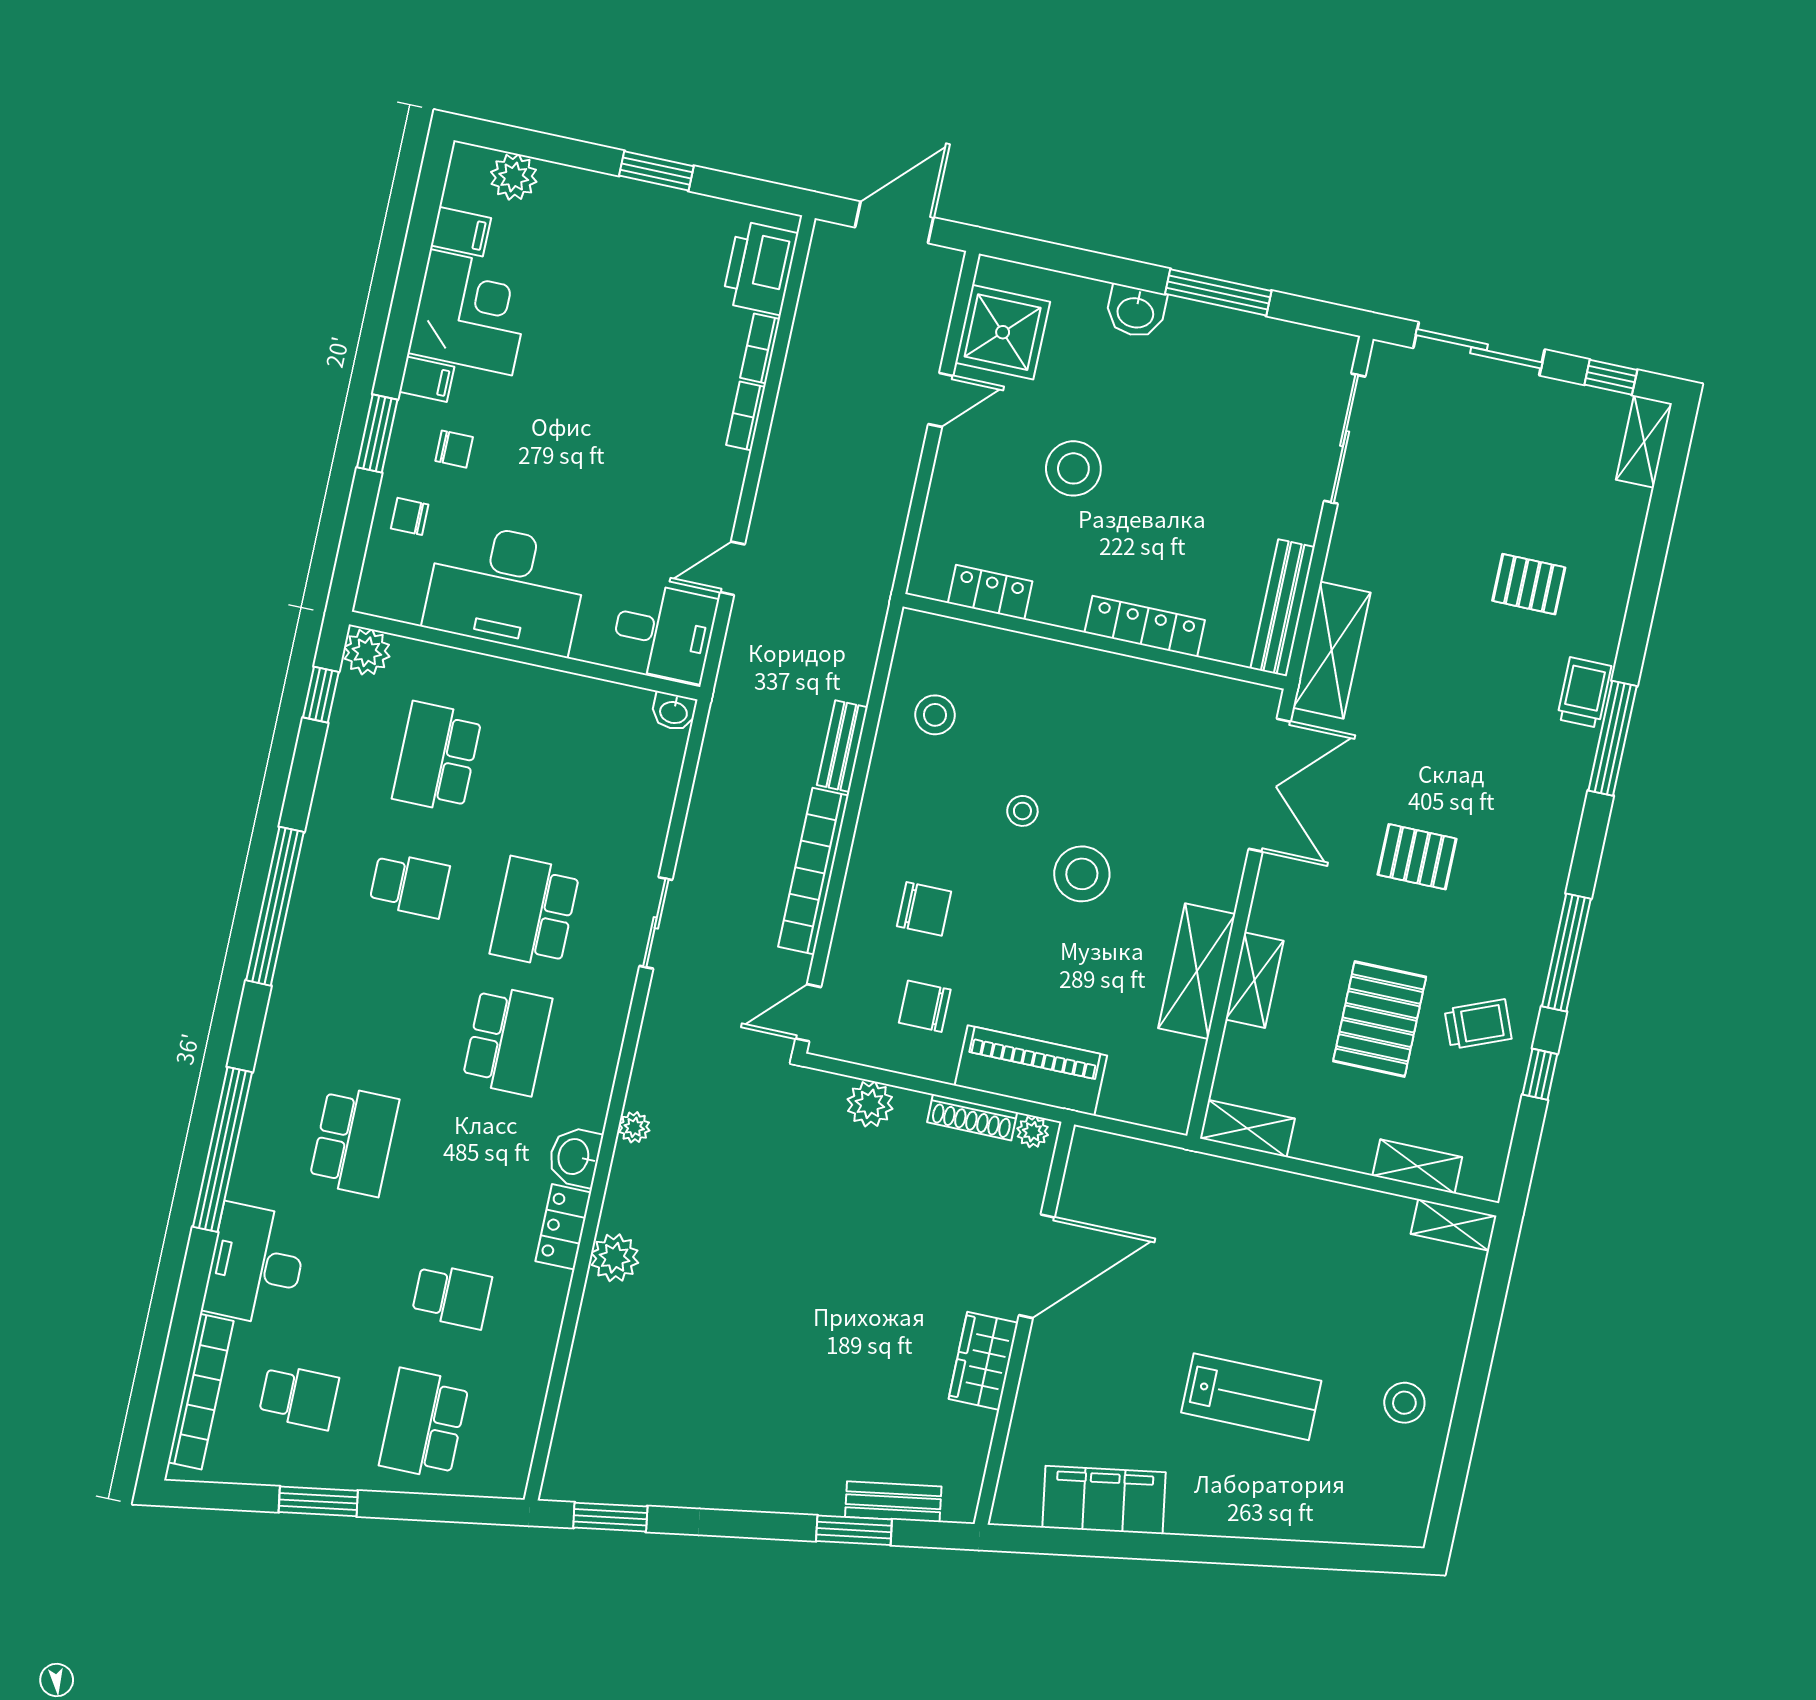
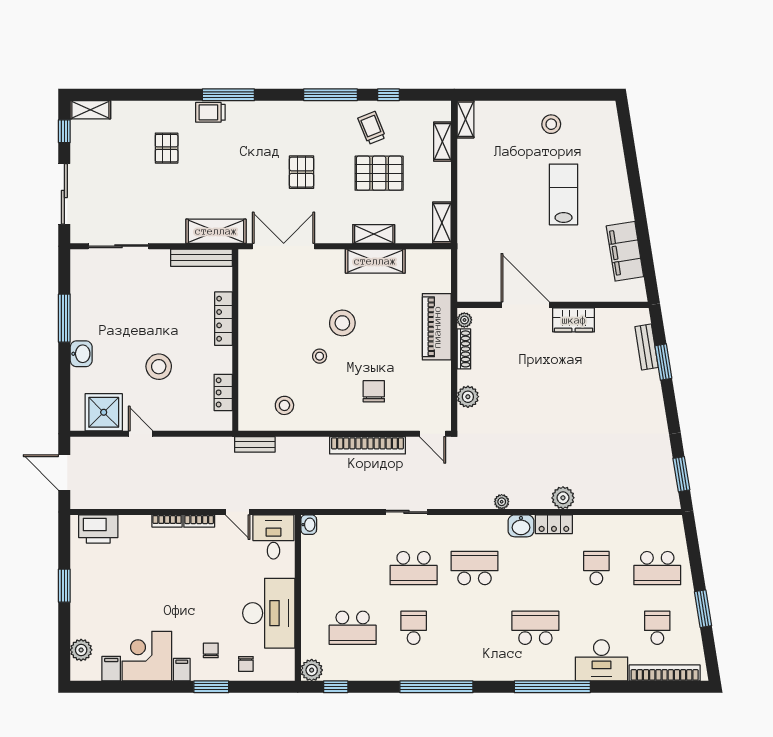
bookcase: (760, 348) -> (199, 521), moved
bench: (842, 746) -> (255, 444), moved
chair: (925, 1006) -> (418, 381), removed

